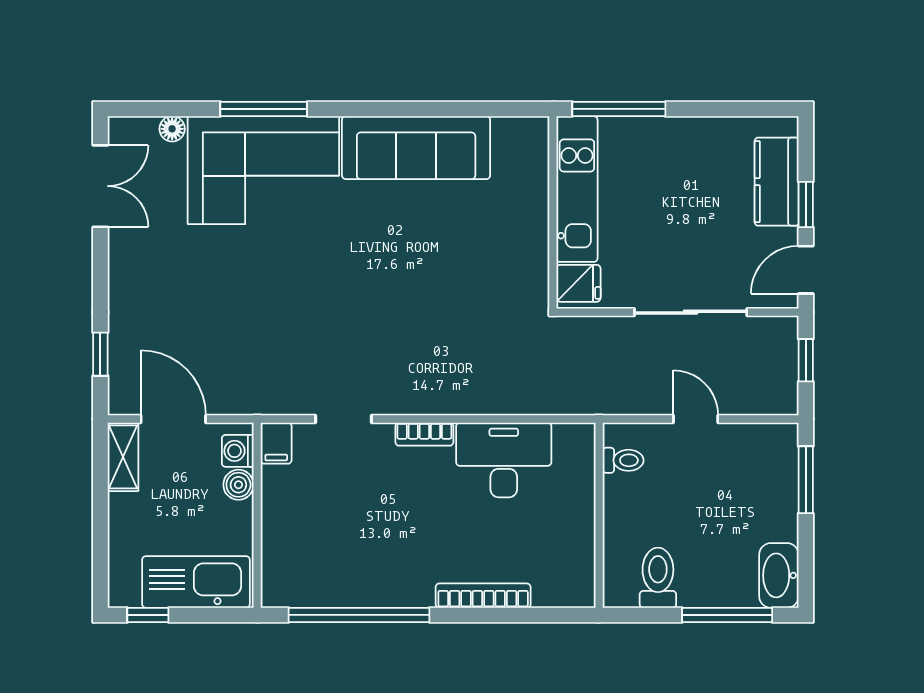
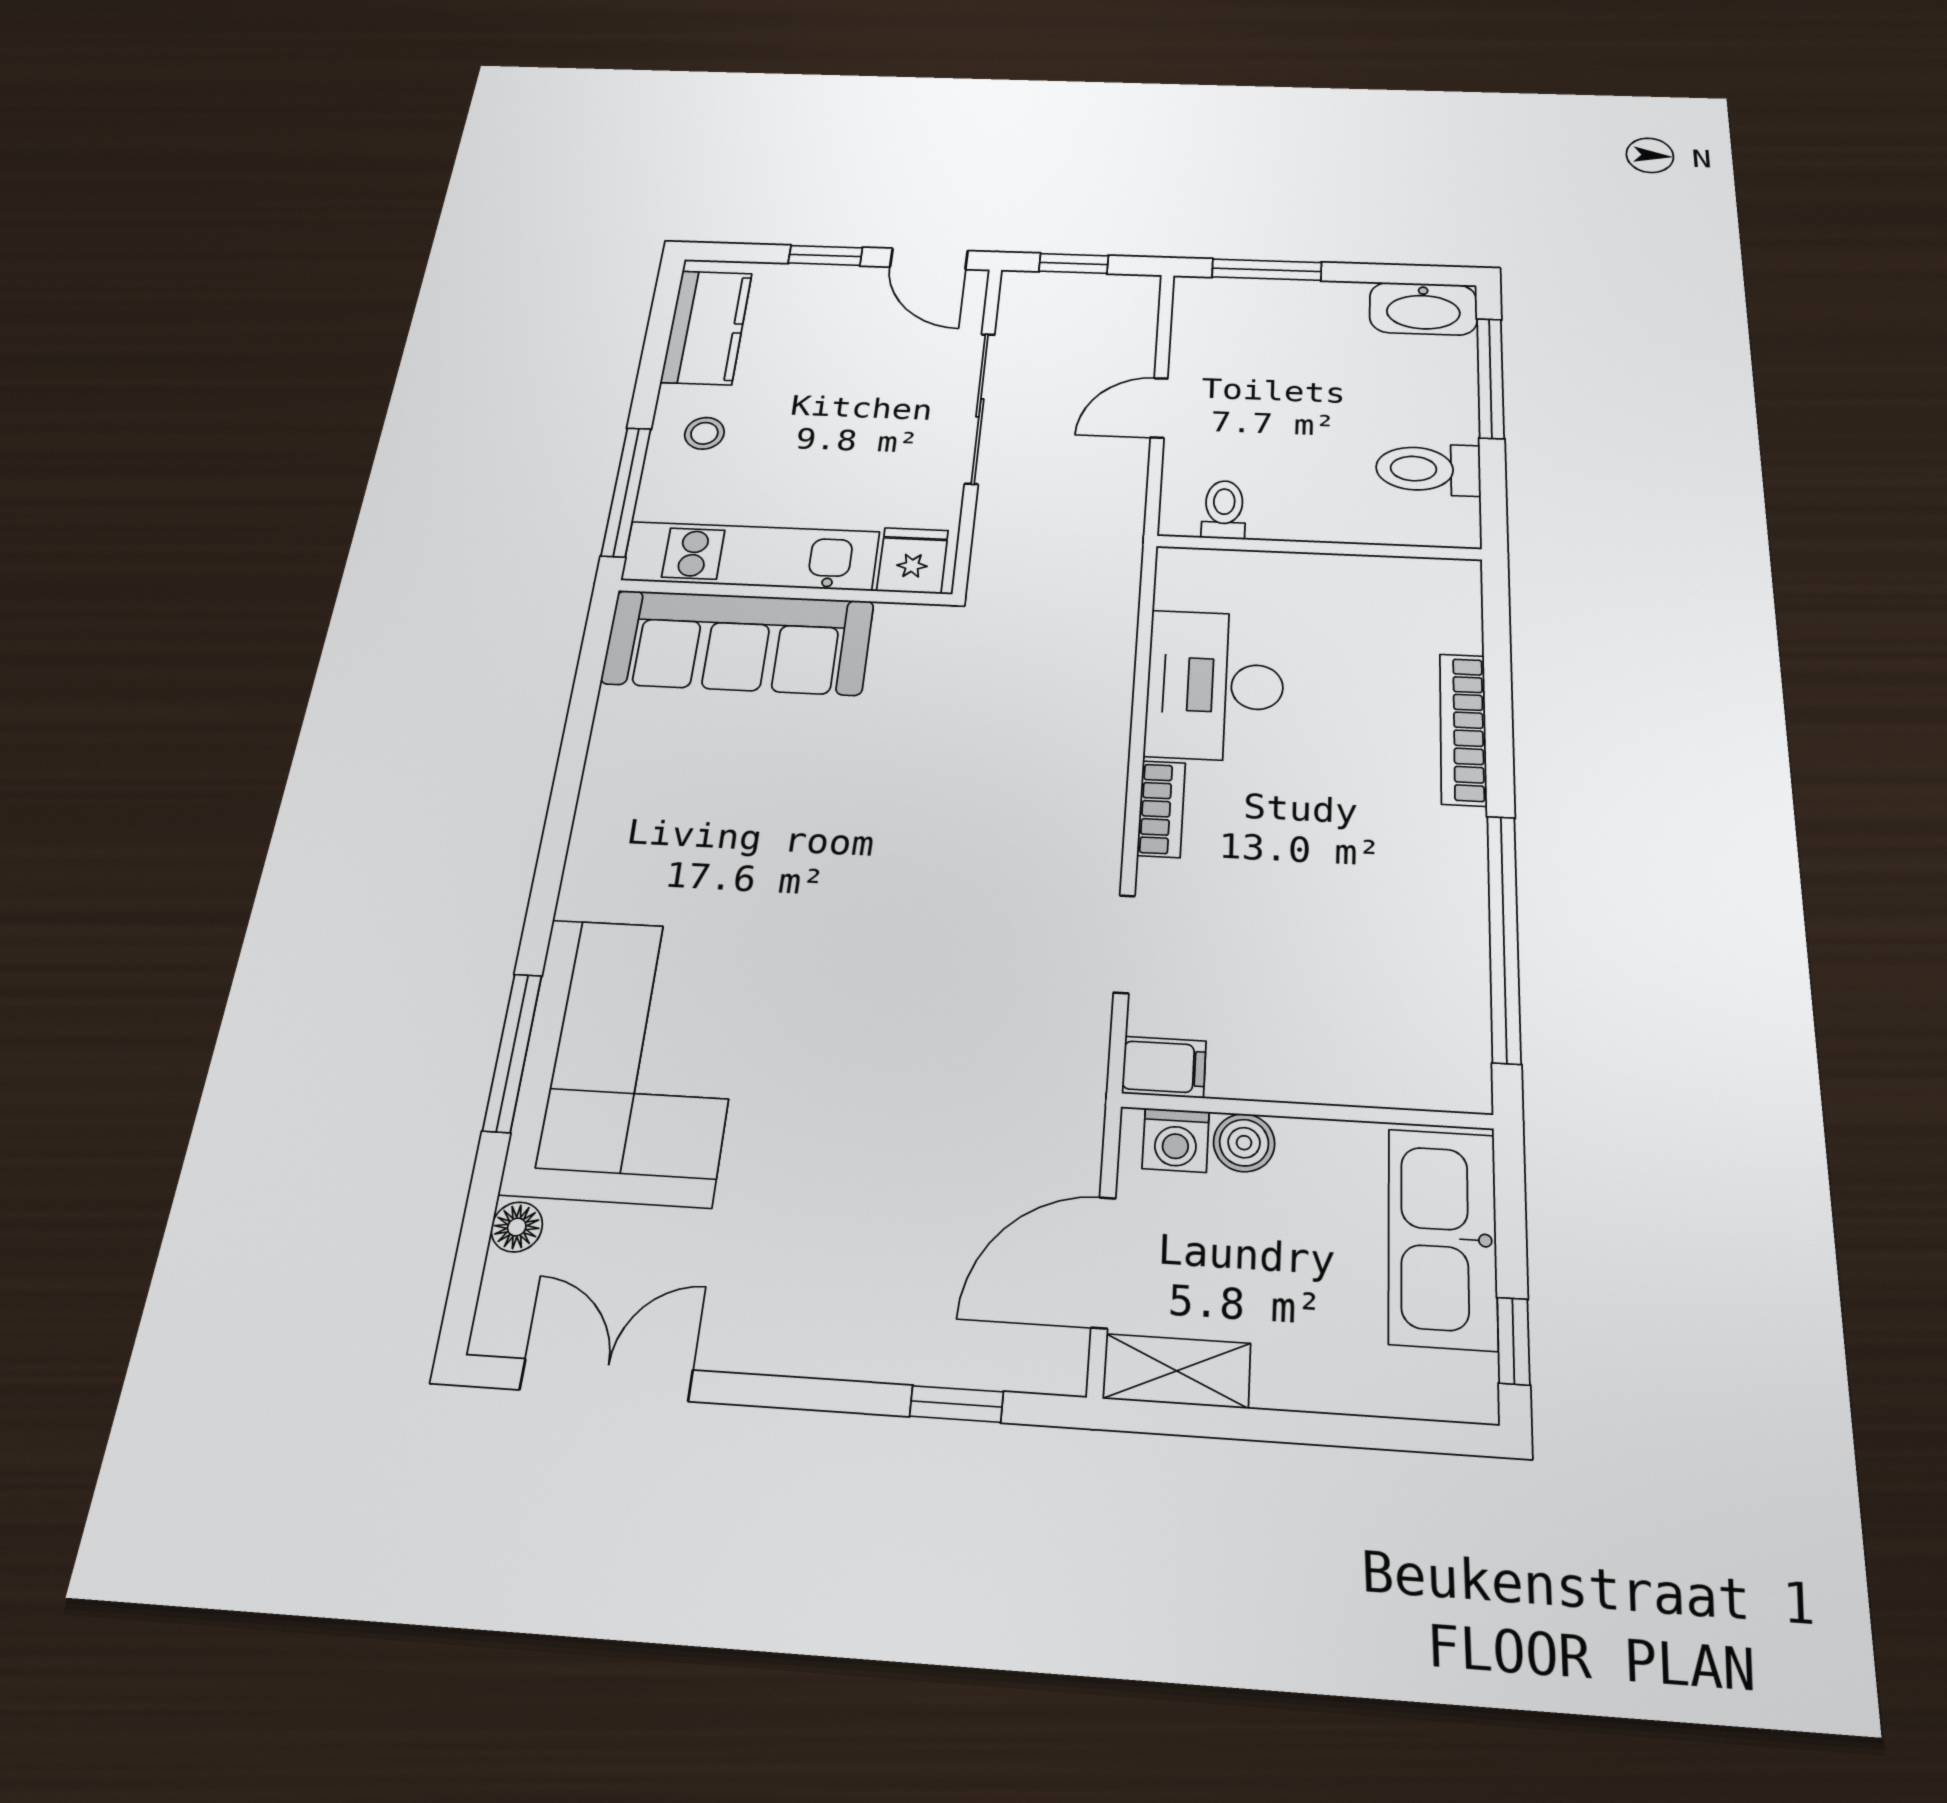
sofa: (416, 148) -> (738, 642), moved, turned 90
stool: (664, 149) -> (704, 433), added
kitchen counter: (777, 182) -> (707, 327), moved, turned -90

